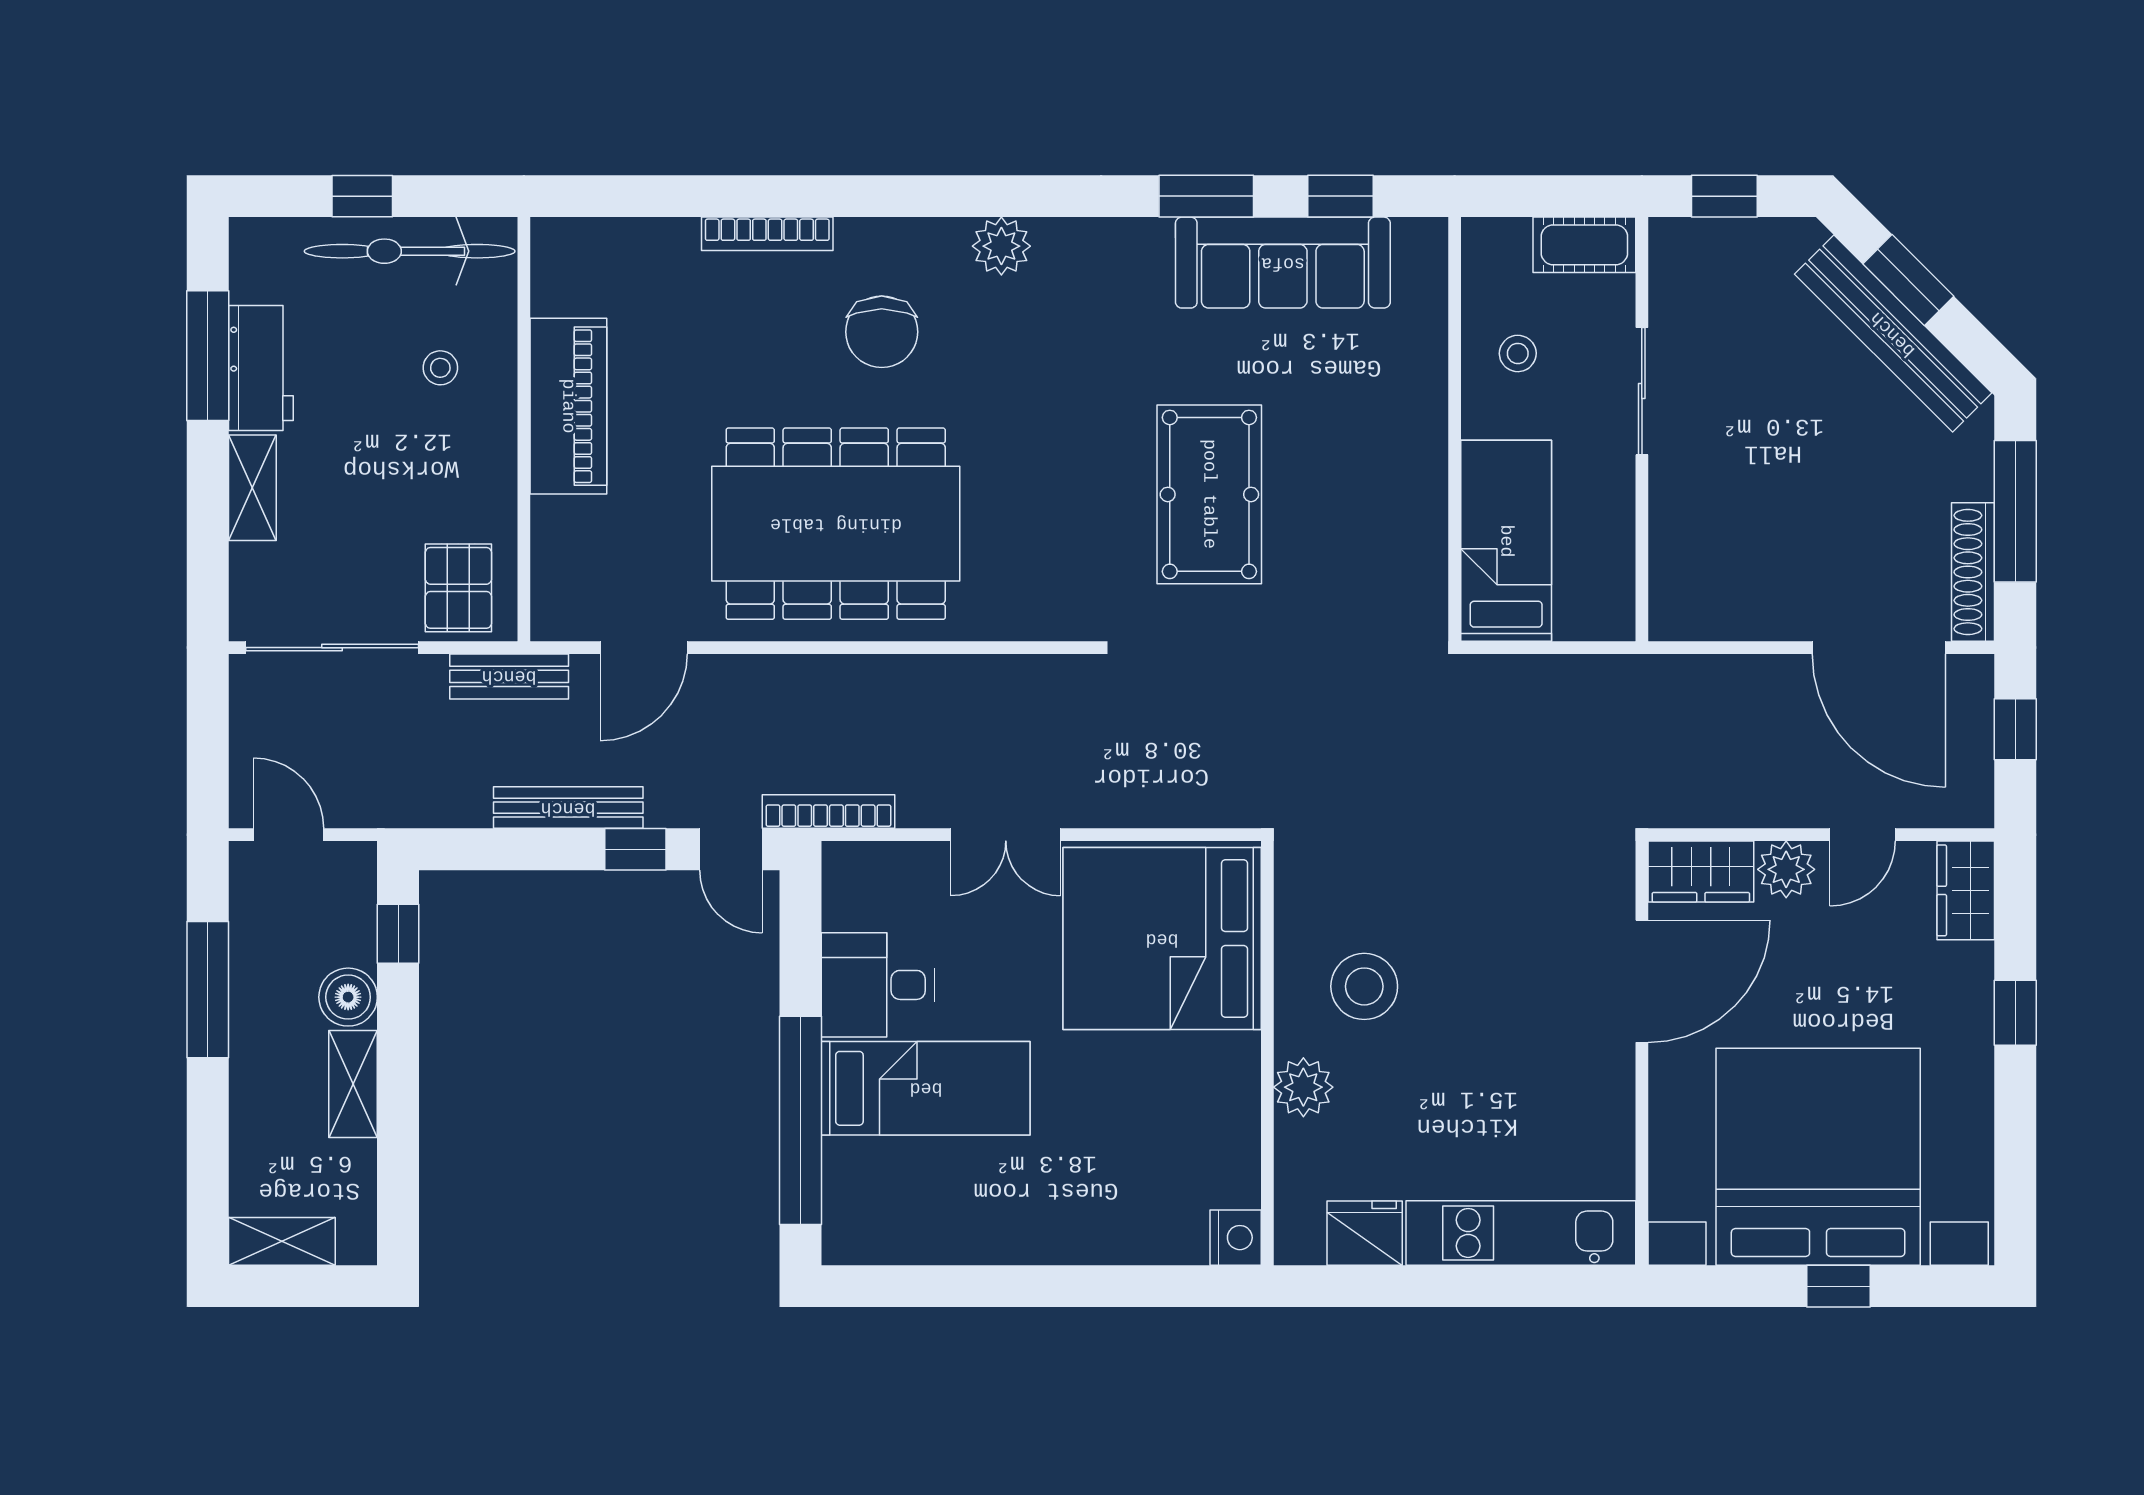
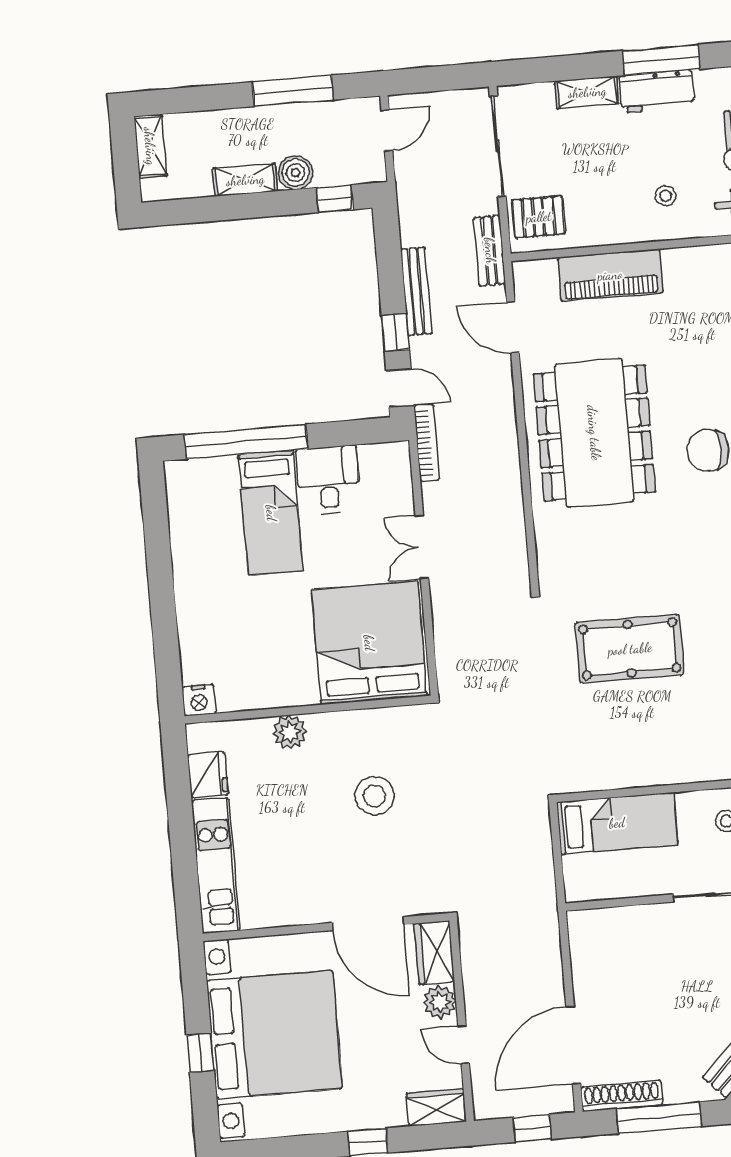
piano: (568, 406) -> (610, 275), moved
door: (731, 849) -> (400, 388), swing flipped
stool: (1364, 986) -> (375, 796), moved

